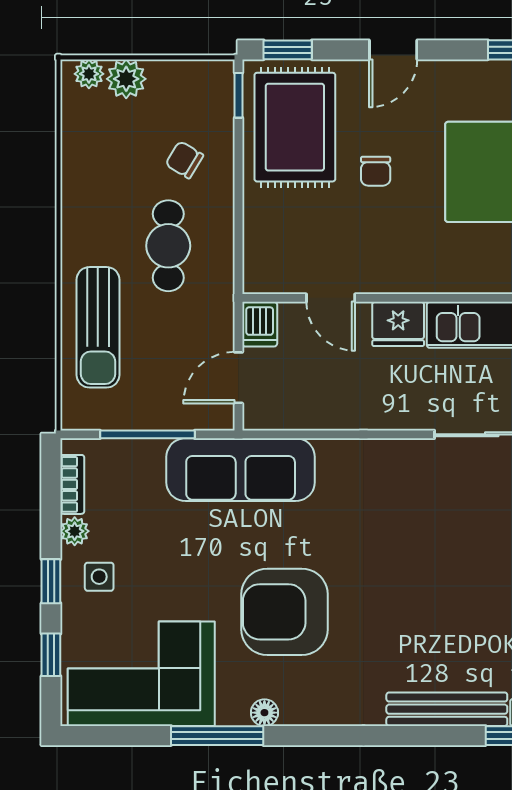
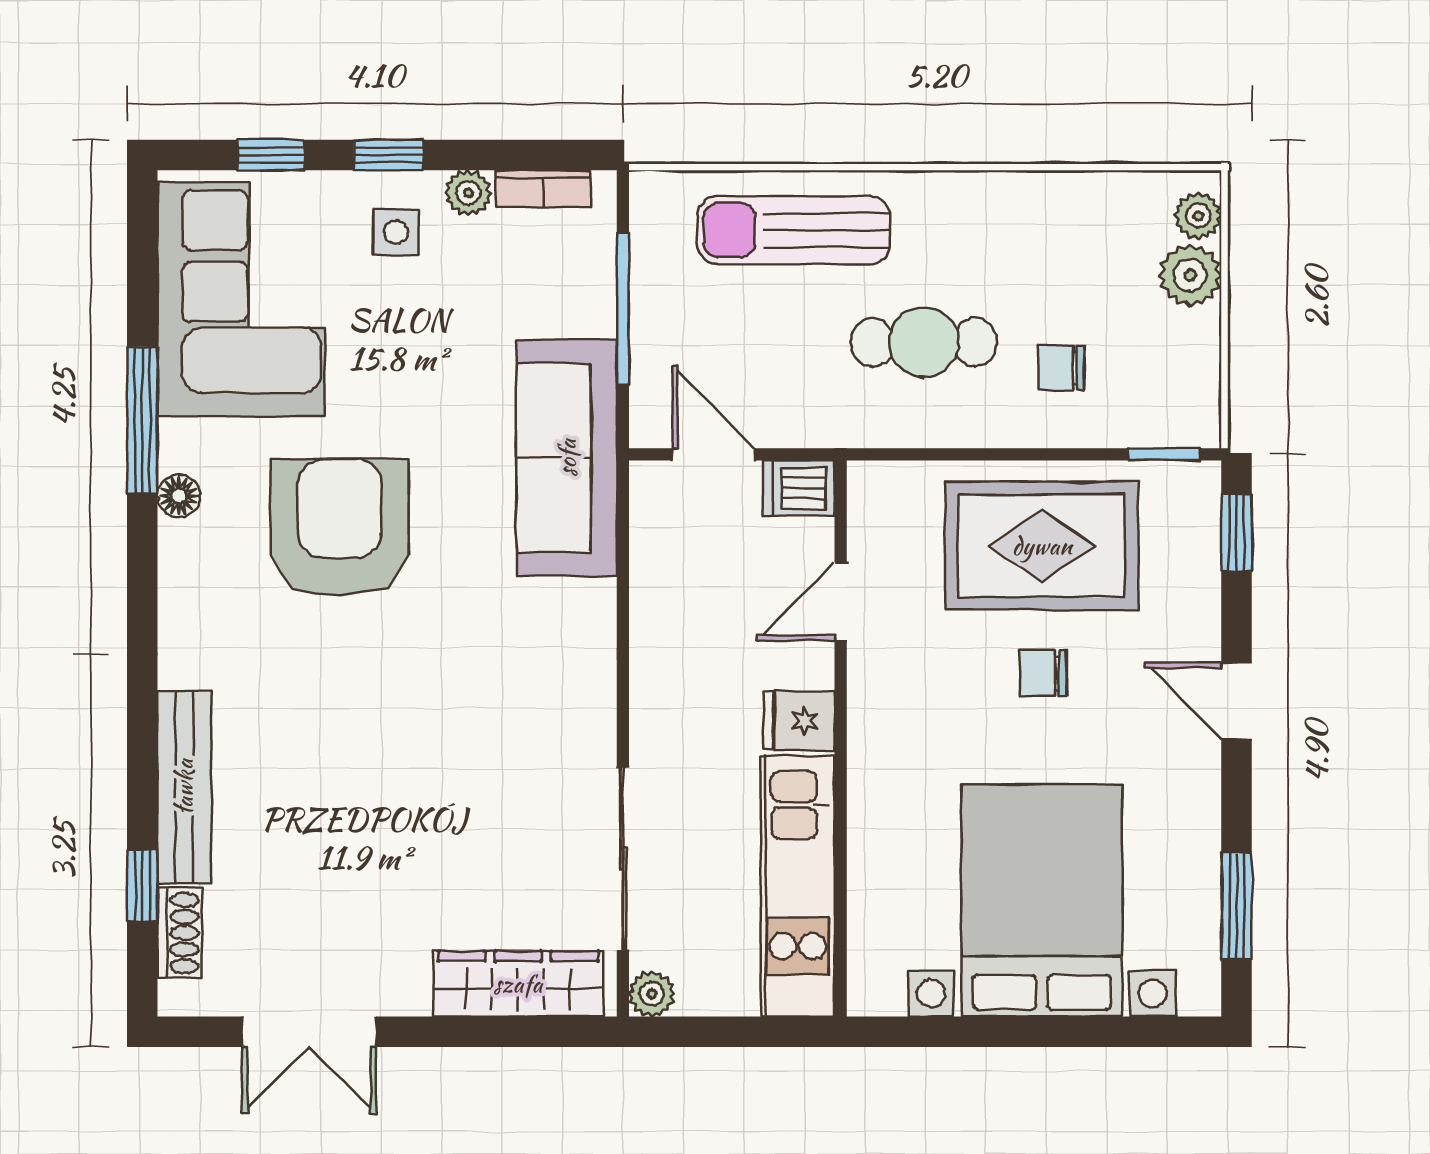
rug: (295, 127) -> (1042, 546), moved
chair: (184, 160) -> (1061, 368), turned -121
fridge: (398, 324) -> (799, 721), width x0.72

